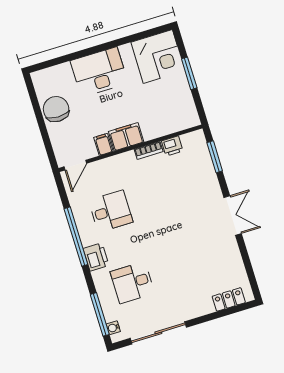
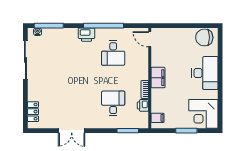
chair: (56, 109) -> (204, 37), moved, turned 180
filing cabinet: (103, 144) -> (158, 118), moved
double door: (233, 216) -> (72, 131), moved
desk: (132, 282) -> (113, 103), moved

